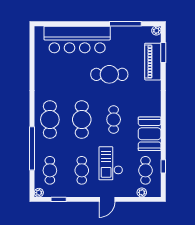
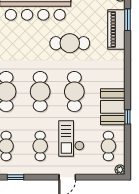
cafe table: (114, 120) -> (74, 92), width x1.37, depth x1.35
window: (163, 166) -> (128, 117), moved
plant: (142, 192) -> (120, 170), moved

